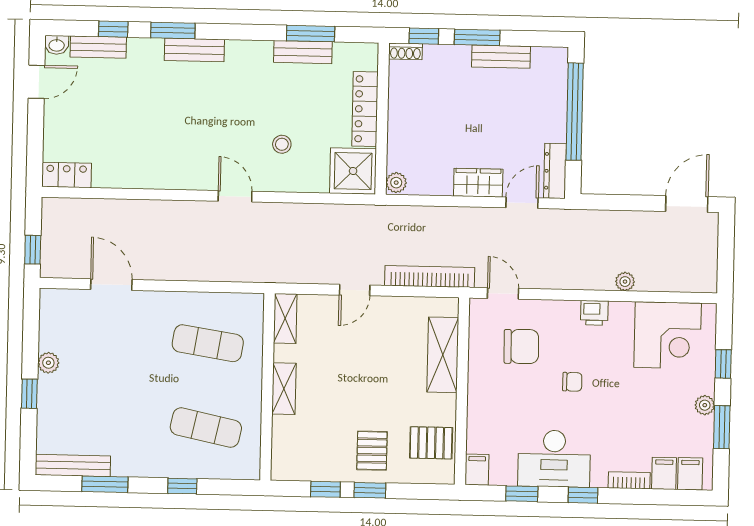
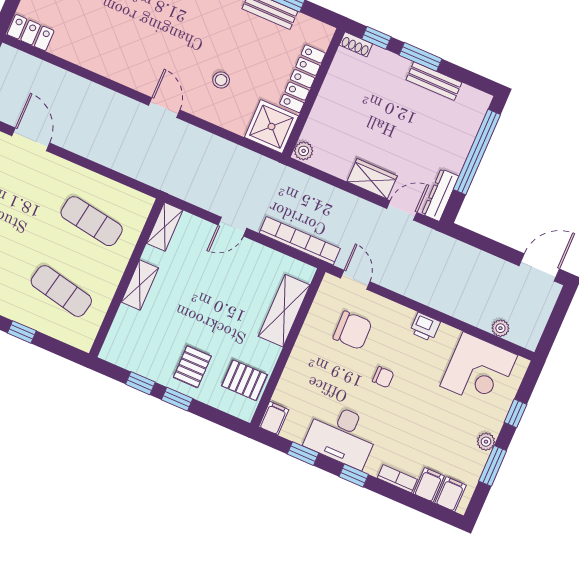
plant: (625, 282) -> (500, 328), moved

